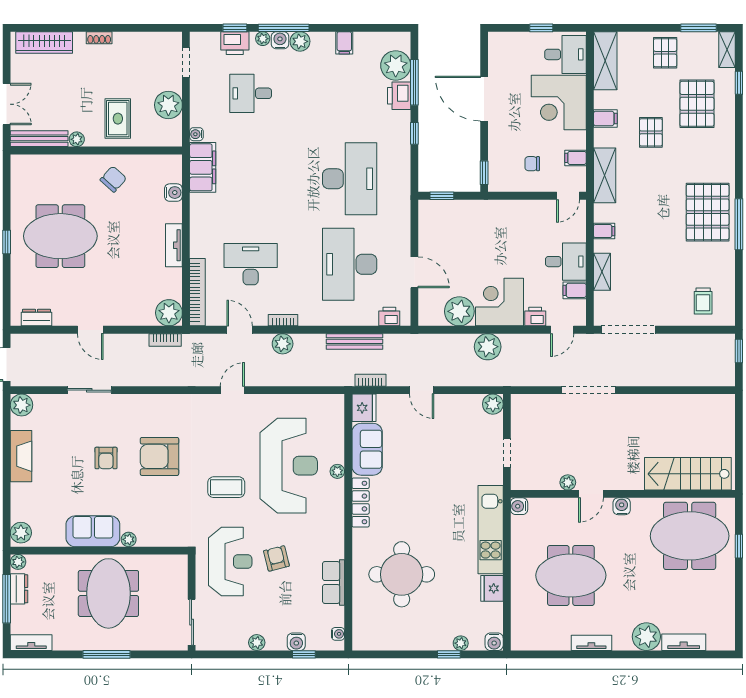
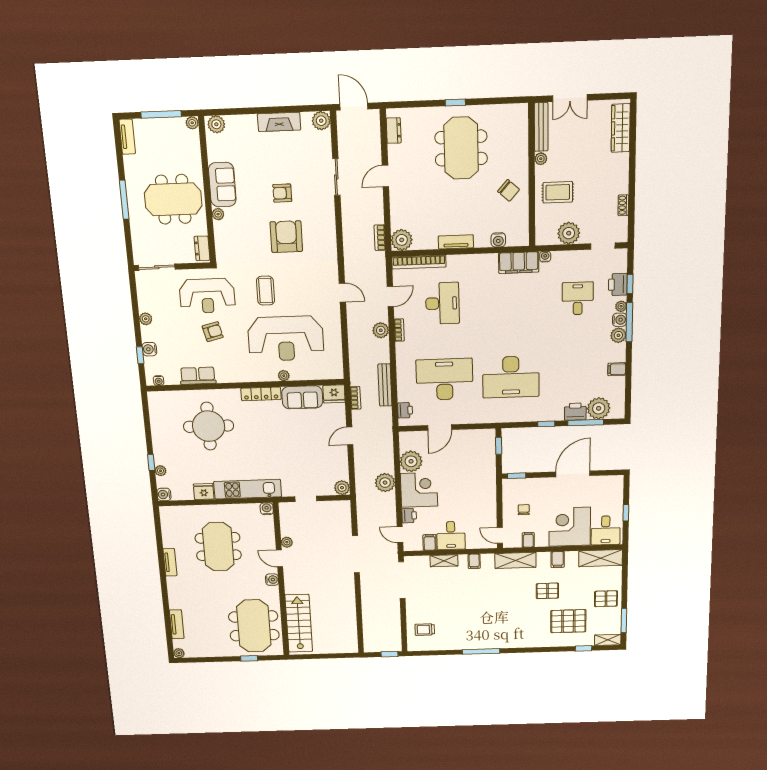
shoe rack: (99, 38) -> (623, 205), moved
pallet: (708, 212) -> (489, 631), removed
dresser: (19, 589) -> (202, 248), moved, turned 90
plant: (646, 637) -> (179, 653), moved, width x0.53, depth x0.53

